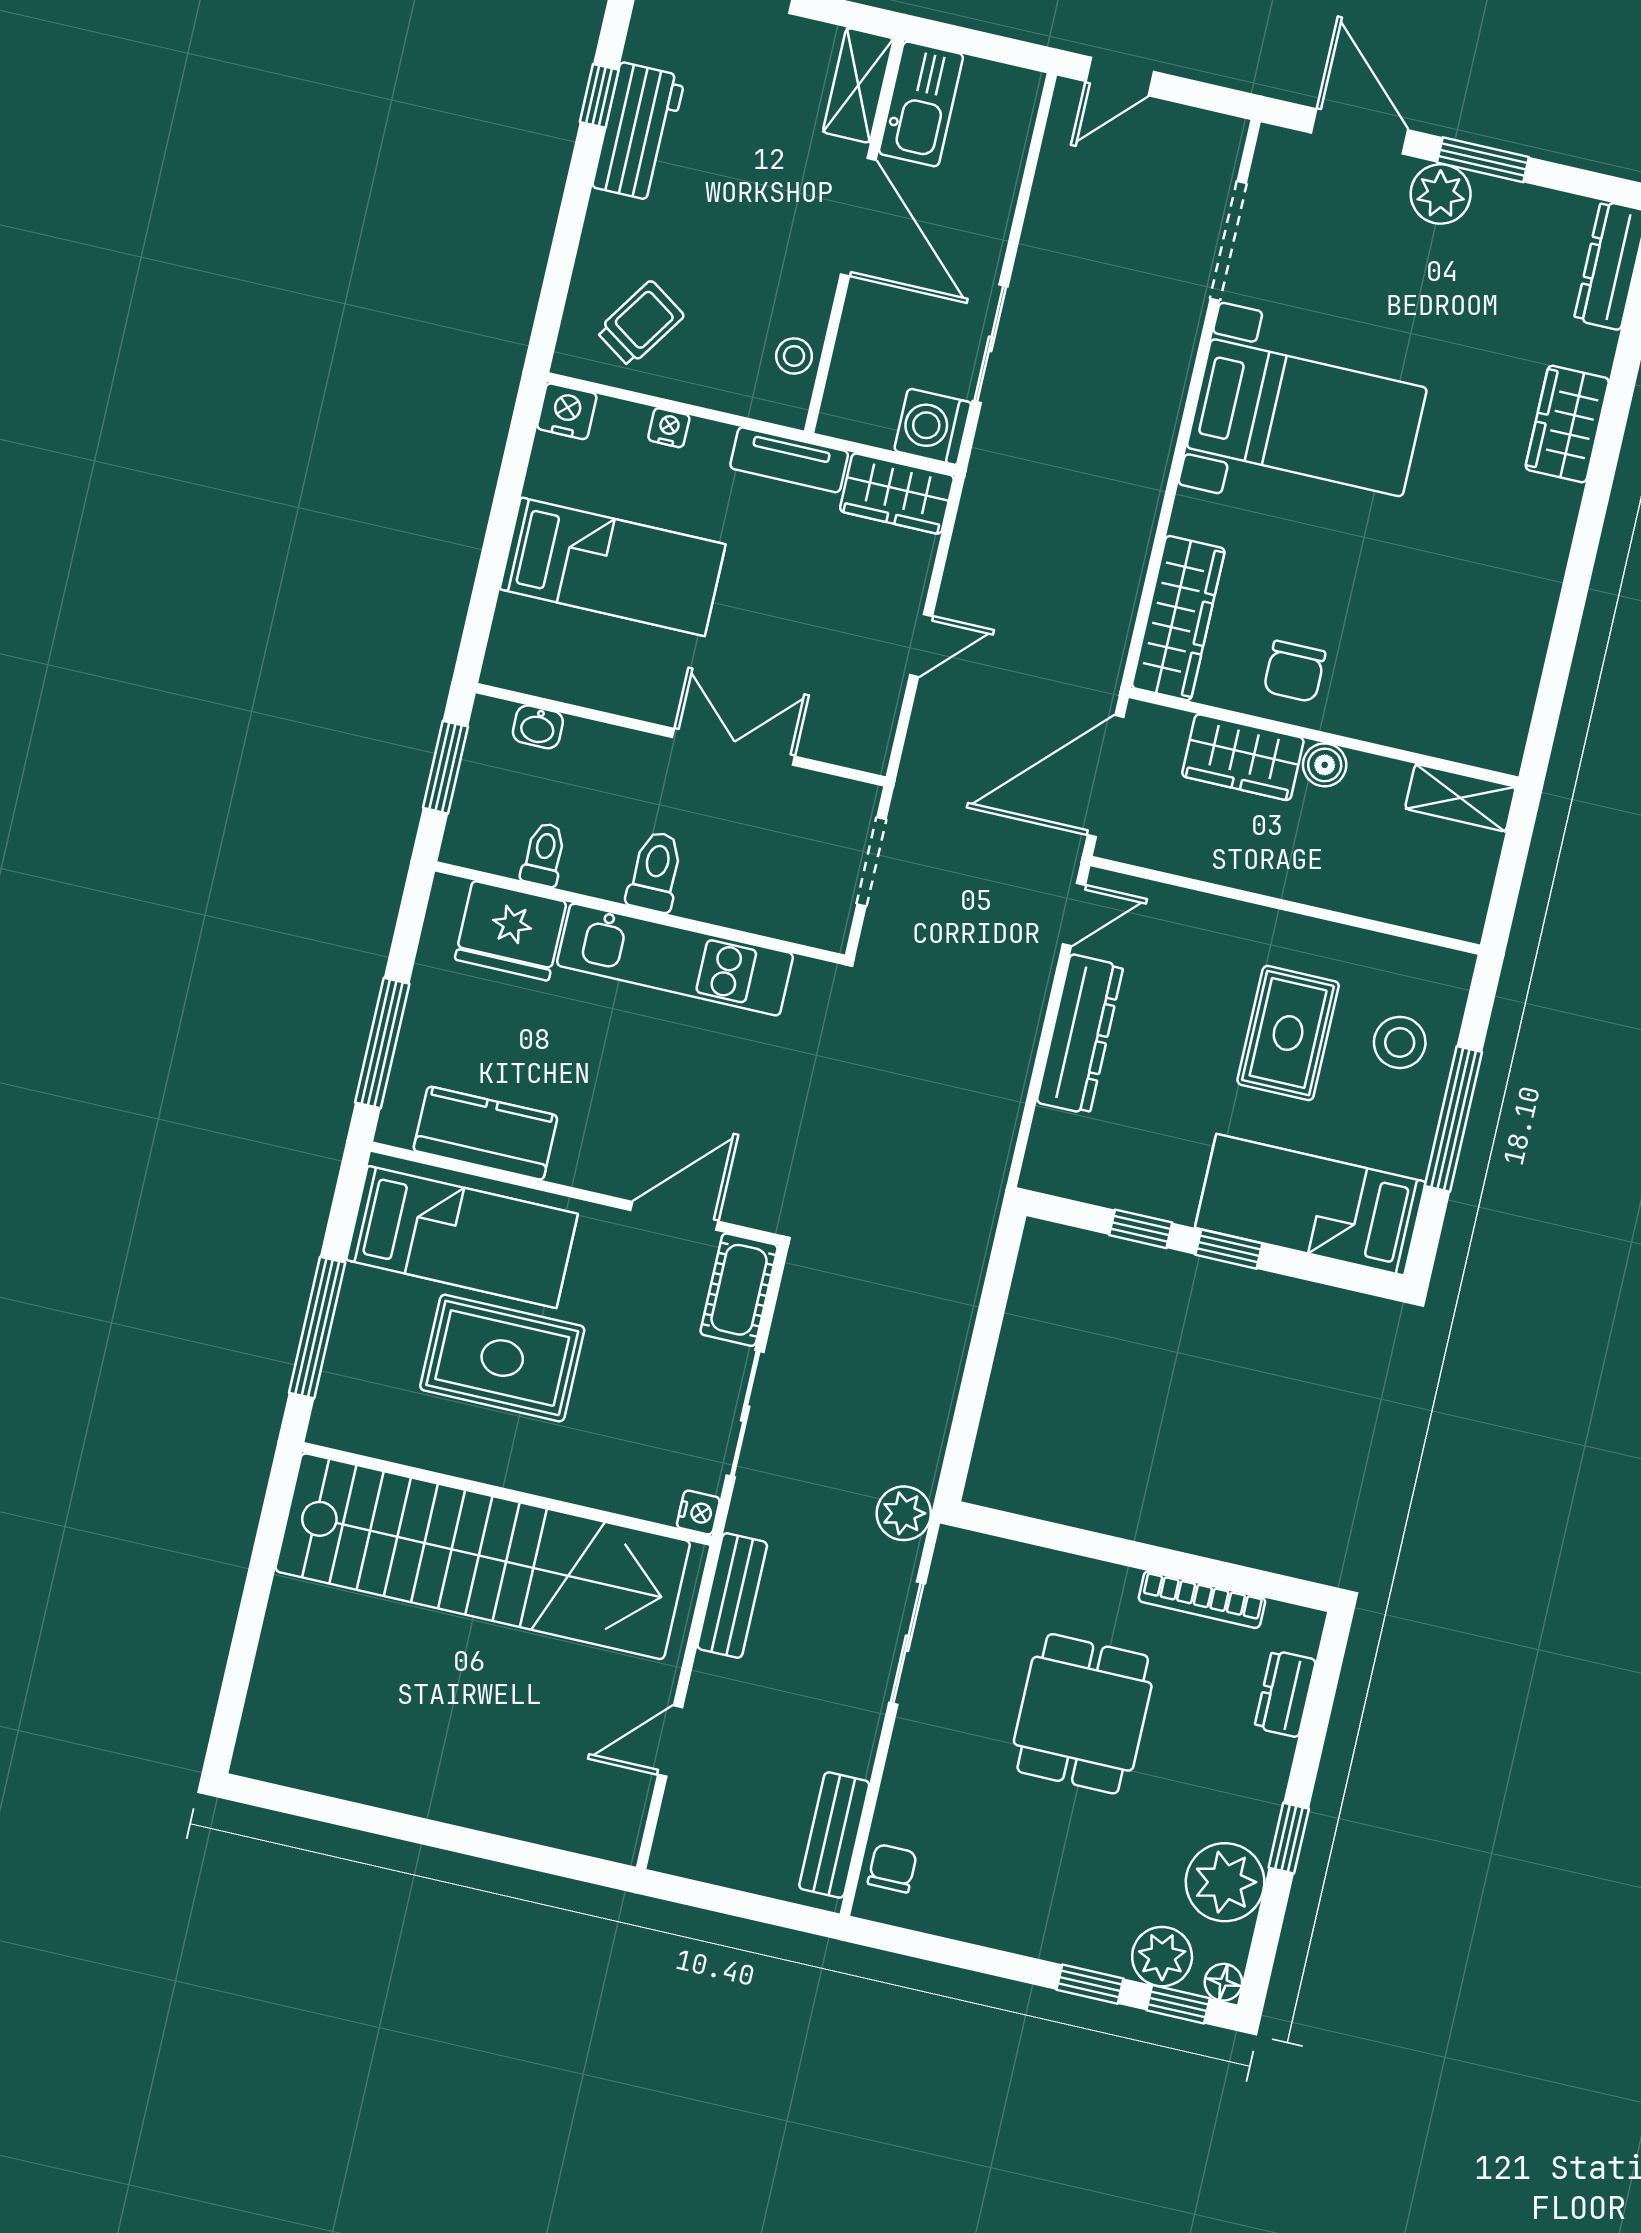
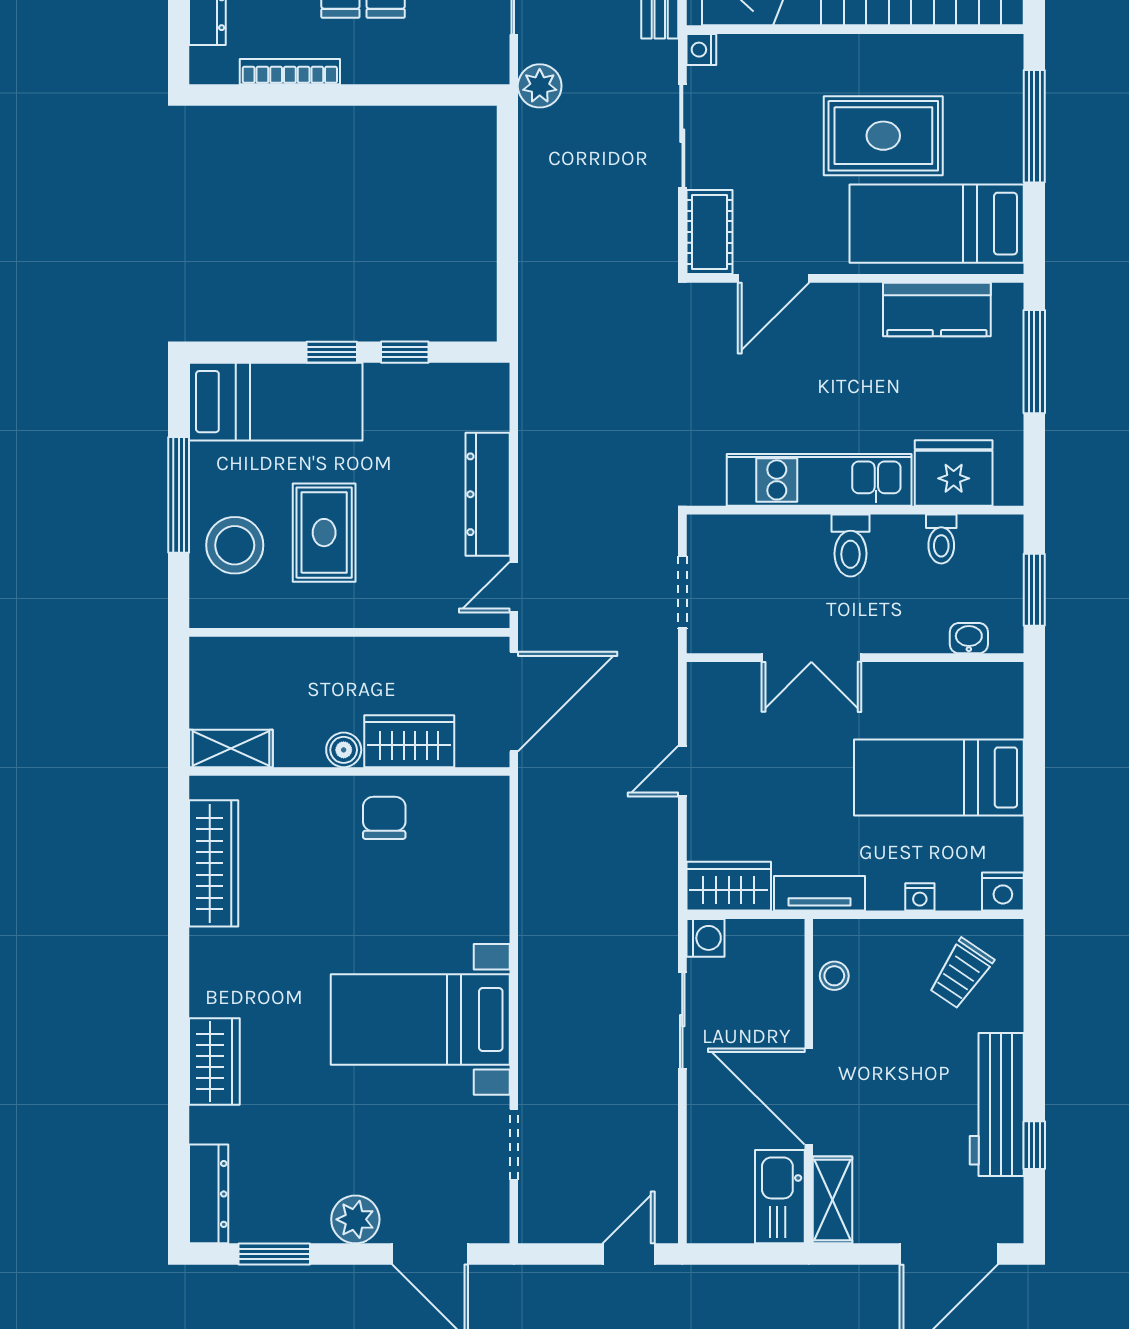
workbench: (639, 132) -> (997, 1104), width x1.38
window: (1483, 160) -> (274, 1254), moved
doorway: (1228, 241) -> (514, 1144), width x0.73
washing machine: (933, 427) -> (706, 938), width x0.73, depth x0.73
wardrobe: (1178, 618) -> (214, 863), moved, turned 180
stool: (1400, 1042) -> (235, 545), width x1.38, depth x1.38

